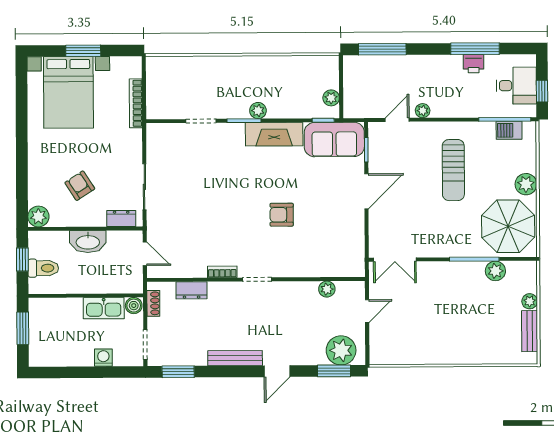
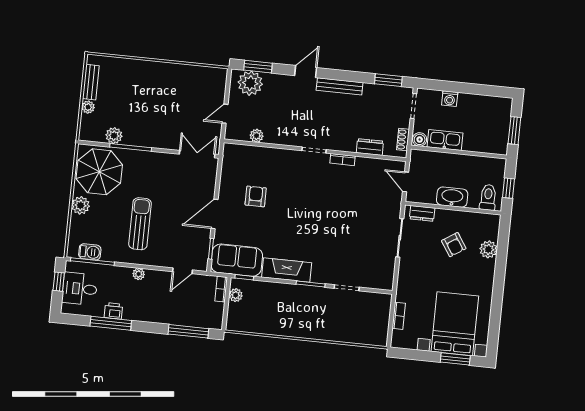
window: (83, 51) -> (455, 359), moved
bookcase: (136, 103) -> (399, 316), width x0.64
bookcase: (349, 103) -> (221, 289), added
plant: (258, 111) -> (298, 291), removed
plant: (423, 111) -> (139, 274), moved
armchair: (282, 215) -> (256, 196), moved, turned -90
plant: (38, 216) -> (488, 249), moved
toilet: (43, 268) -> (488, 197), moved, turned 90

